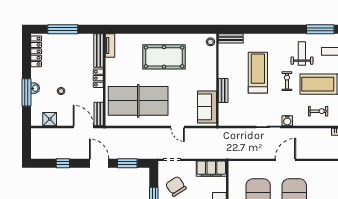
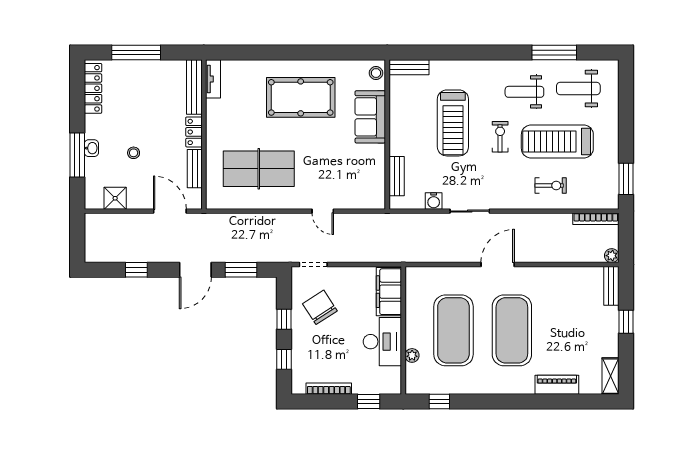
weight bench: (302, 53) -> (524, 92), turned -90
treadmill: (258, 73) -> (453, 123), turned 180
bench: (223, 90) -> (397, 176), moved
table tennis table: (138, 101) -> (259, 169), width x0.73, depth x0.76
sofa: (207, 107) -> (370, 117), moved
bench: (99, 114) -> (195, 169), moved
water cooler: (287, 121) -> (434, 201), moved
door: (99, 163) -> (195, 270), swing flipped
filing cabinet: (211, 169) -> (389, 292), moved, turned 90

